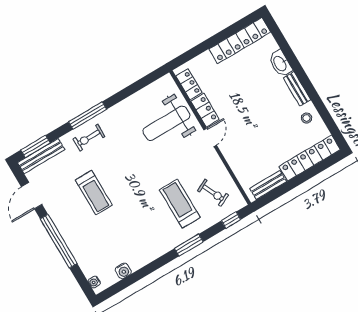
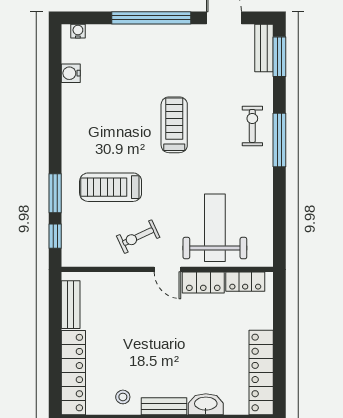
bench: (41, 156) -> (264, 48), width x0.73
treadmill: (94, 193) -> (174, 125), moved, turned 90
exercise bike: (213, 193) -> (138, 237), moved
treadmill: (180, 204) -> (111, 187), turned 180
window: (189, 245) -> (55, 193), moved

